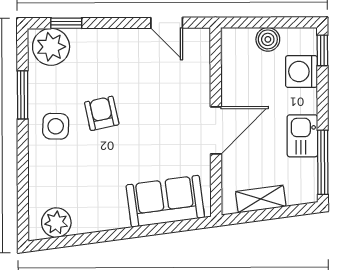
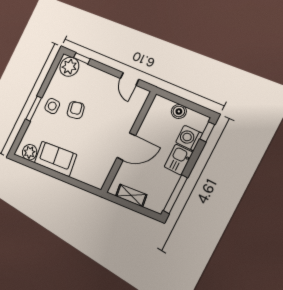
window: (23, 95) -> (34, 109), moved
kitchen sink: (302, 136) -> (178, 160), moved
sofa: (165, 201) -> (55, 159), moved

